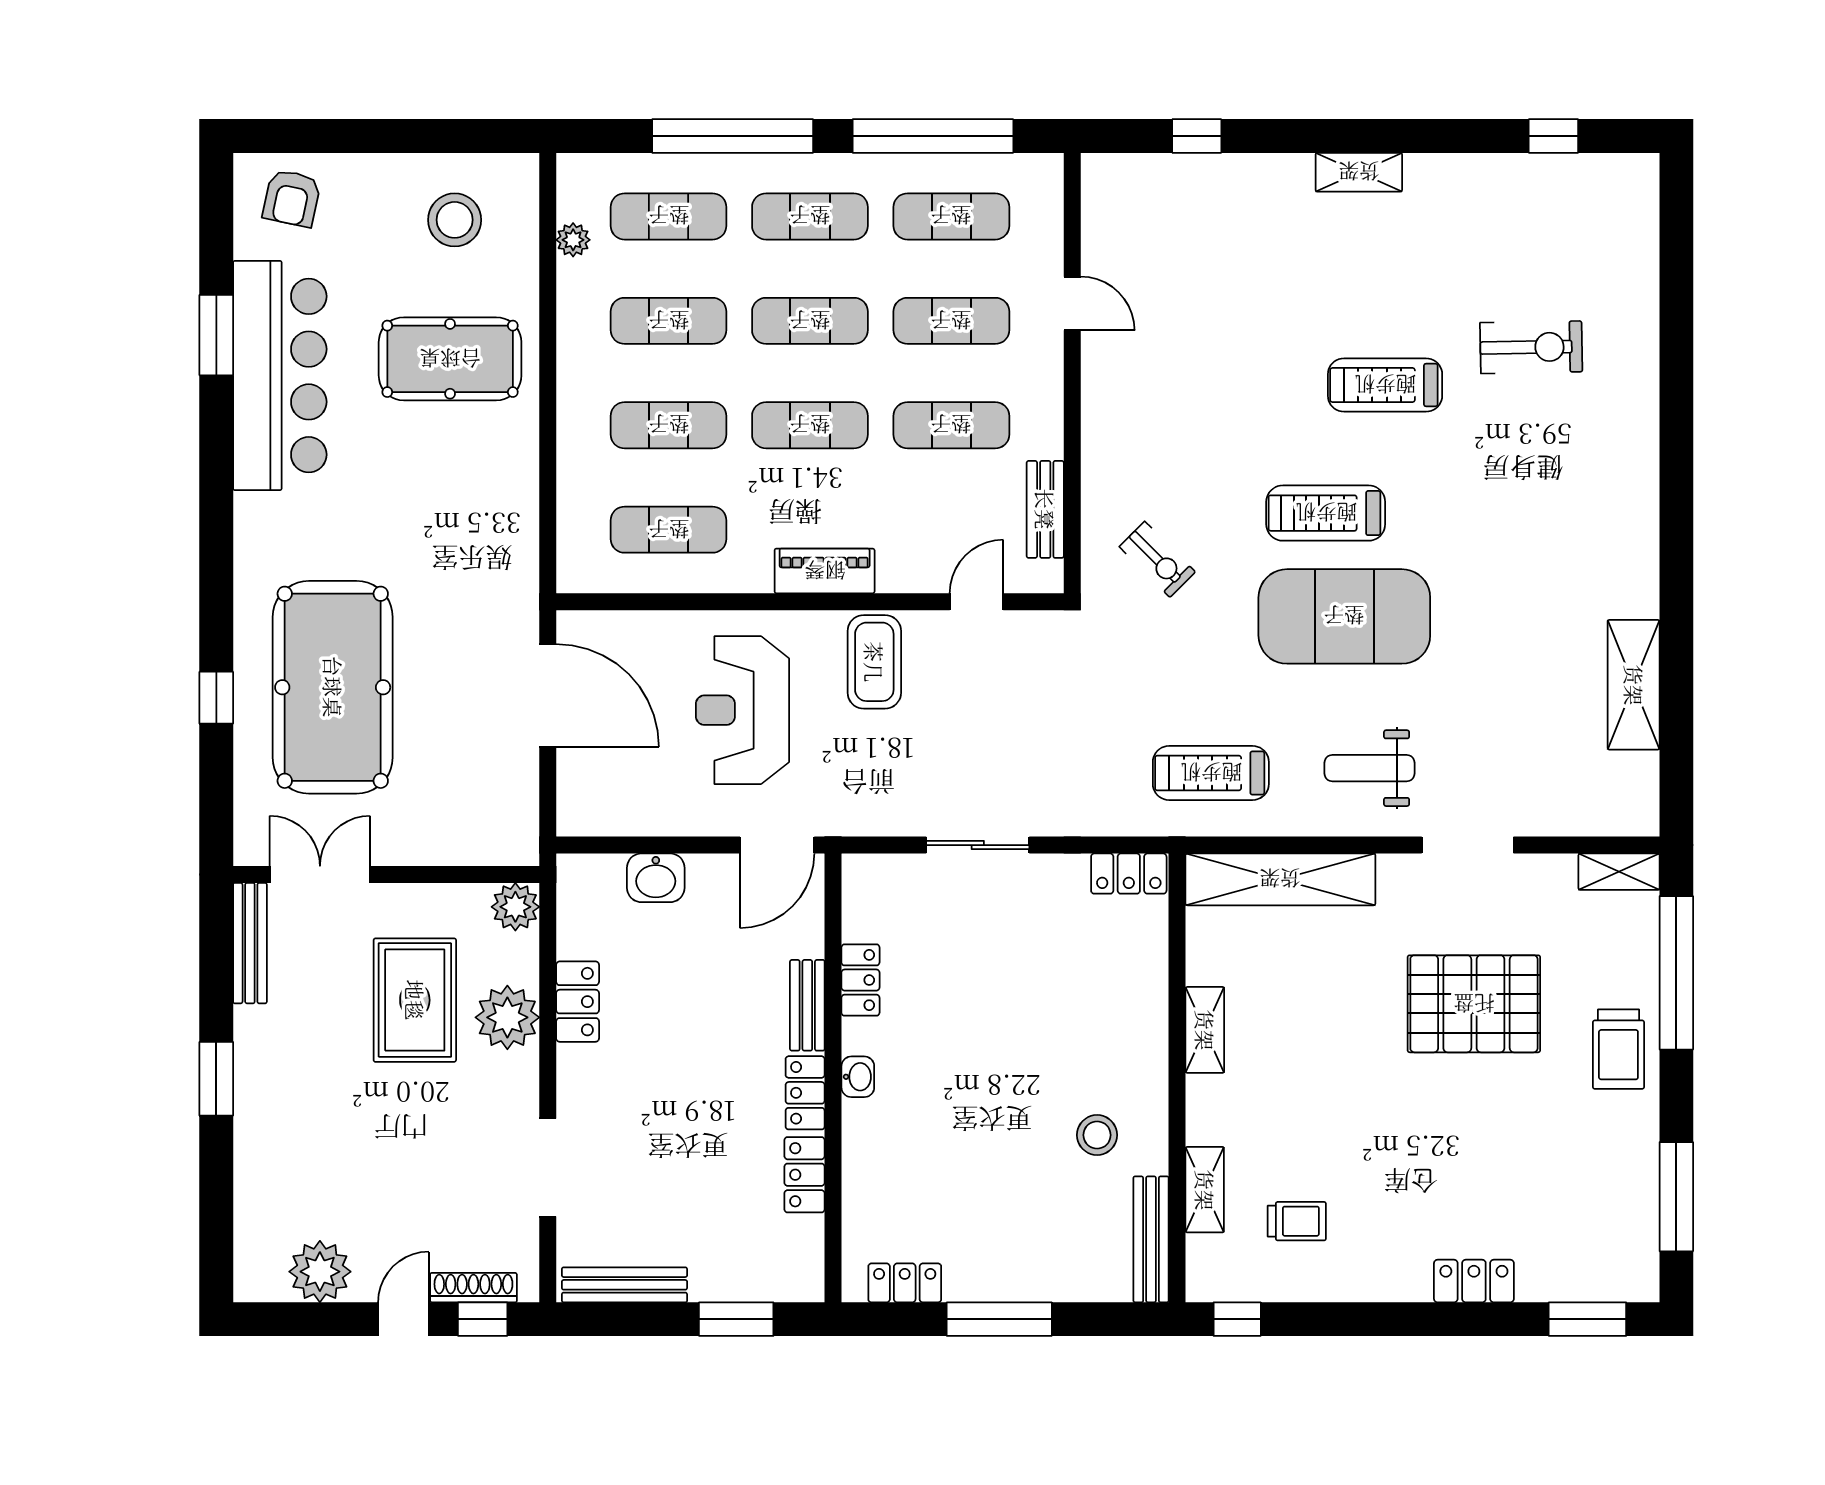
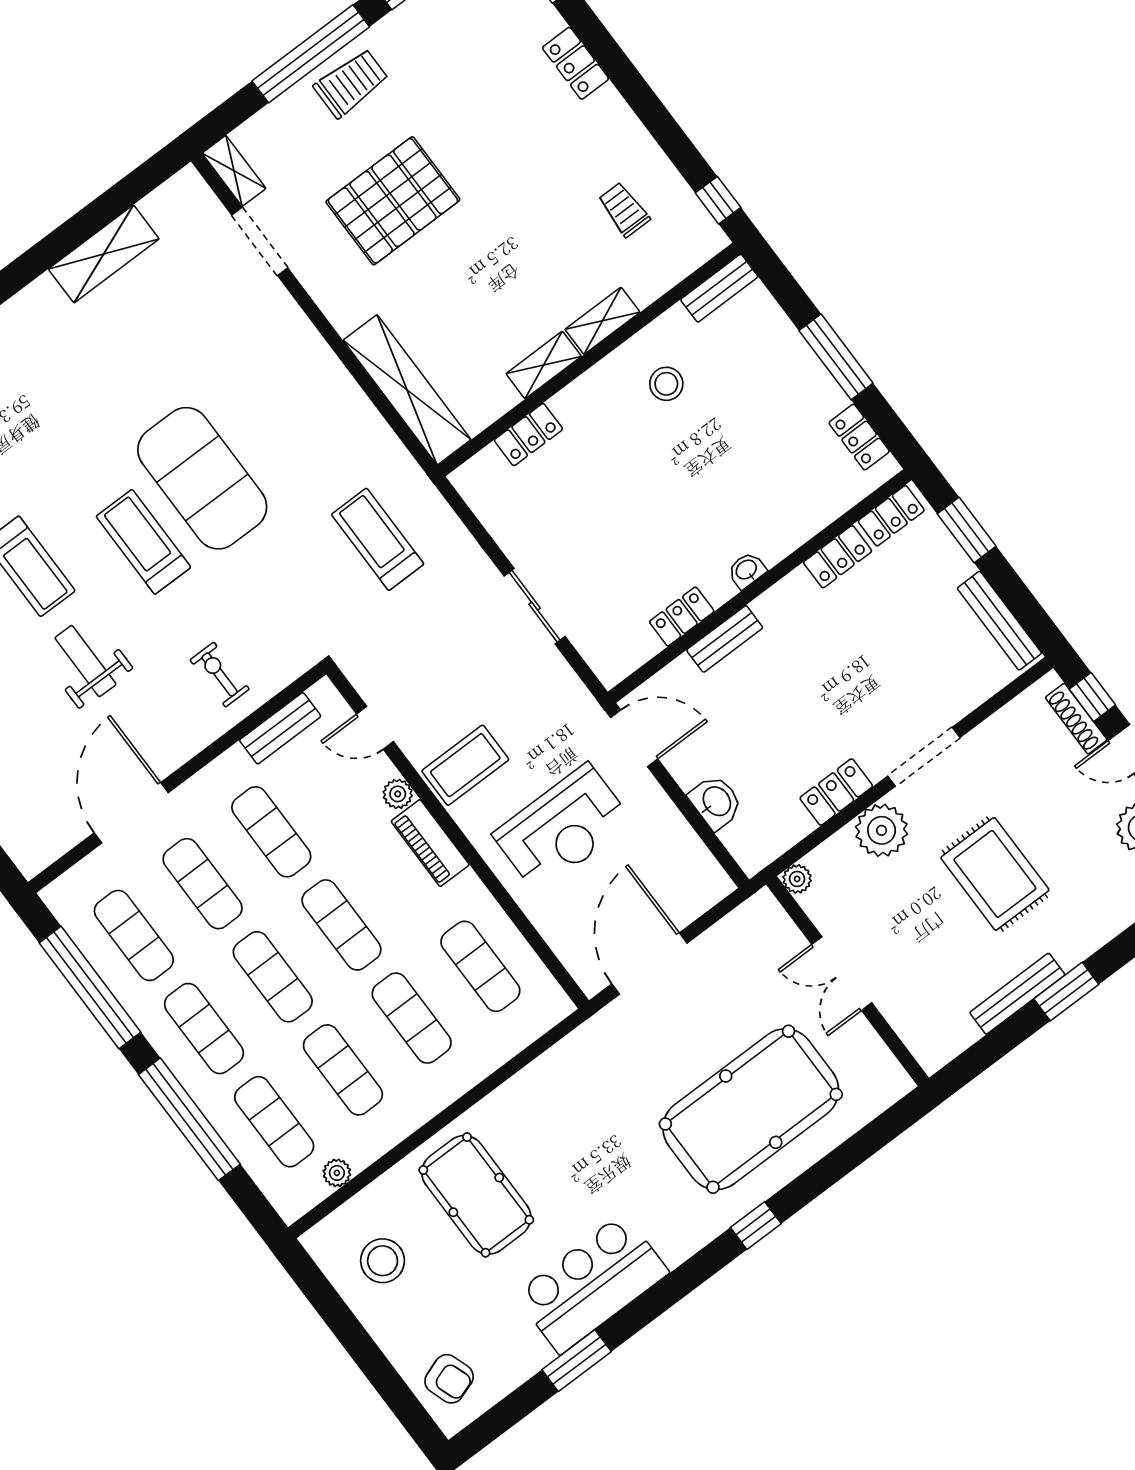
armchair: (292, 198) -> (449, 1379), turned 59
door: (1072, 304) -> (131, 813), width x1.88
bar counter: (280, 376) -> (592, 1284), width x0.73
treadmill: (1326, 513) -> (143, 542), turned 180
exercise bike: (1157, 559) -> (220, 674), moved, turned -45
plant: (896, 575) -> (398, 794), added
window: (216, 698) -> (756, 1226), moved
weight bench: (1369, 768) -> (86, 661), moved, turned 180
treadmill: (1211, 773) -> (378, 539), moved, turned 180
doorway: (1468, 845) -> (260, 241), moved
double door: (320, 874) -> (842, 974), moved
locker: (1129, 874) -> (528, 435), moved, turned 90
plant: (515, 907) -> (797, 879), width x0.73, depth x0.73
bench: (250, 943) -> (1017, 994), moved
window: (1676, 973) -> (311, 54), moved
rug: (415, 1000) -> (995, 874), moved, turned 90
pallet: (1474, 1004) -> (393, 201), turned 90
locker: (805, 1093) -> (891, 516), moved
doorway: (548, 1168) -> (924, 757), moved
shelving: (1205, 1190) -> (602, 321), moved
bench: (1151, 1239) -> (719, 288), width x0.73

